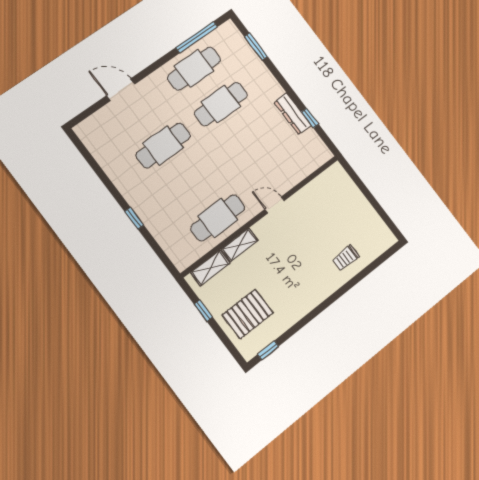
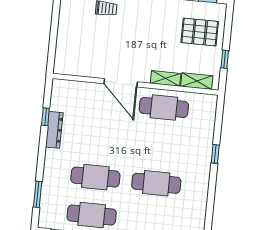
door: (275, 205) -> (121, 83), width x1.87

